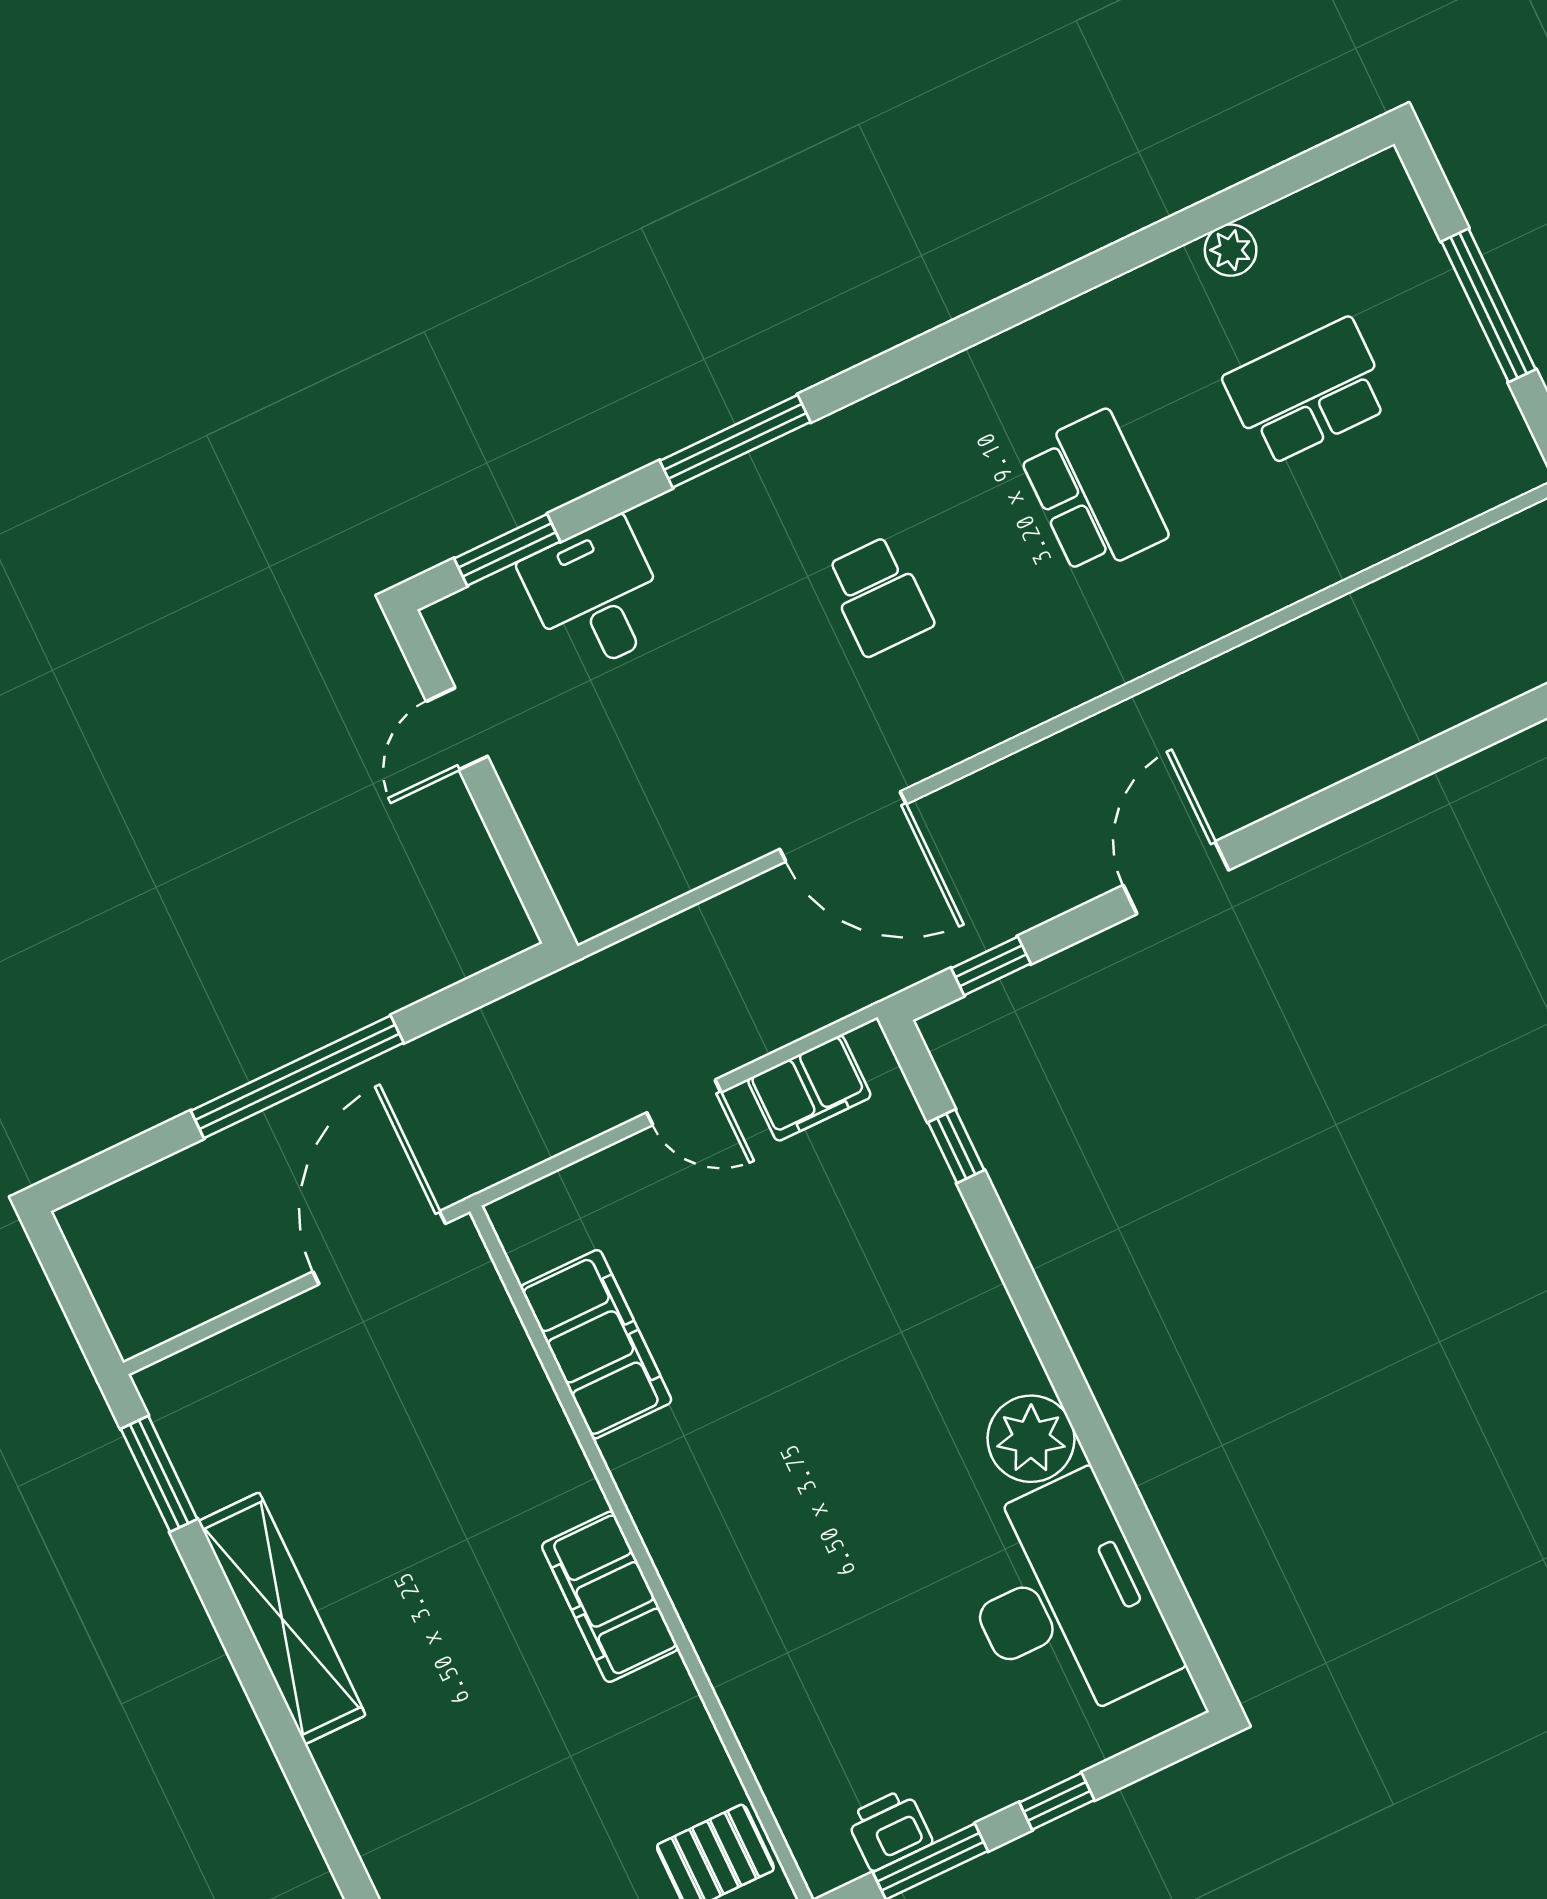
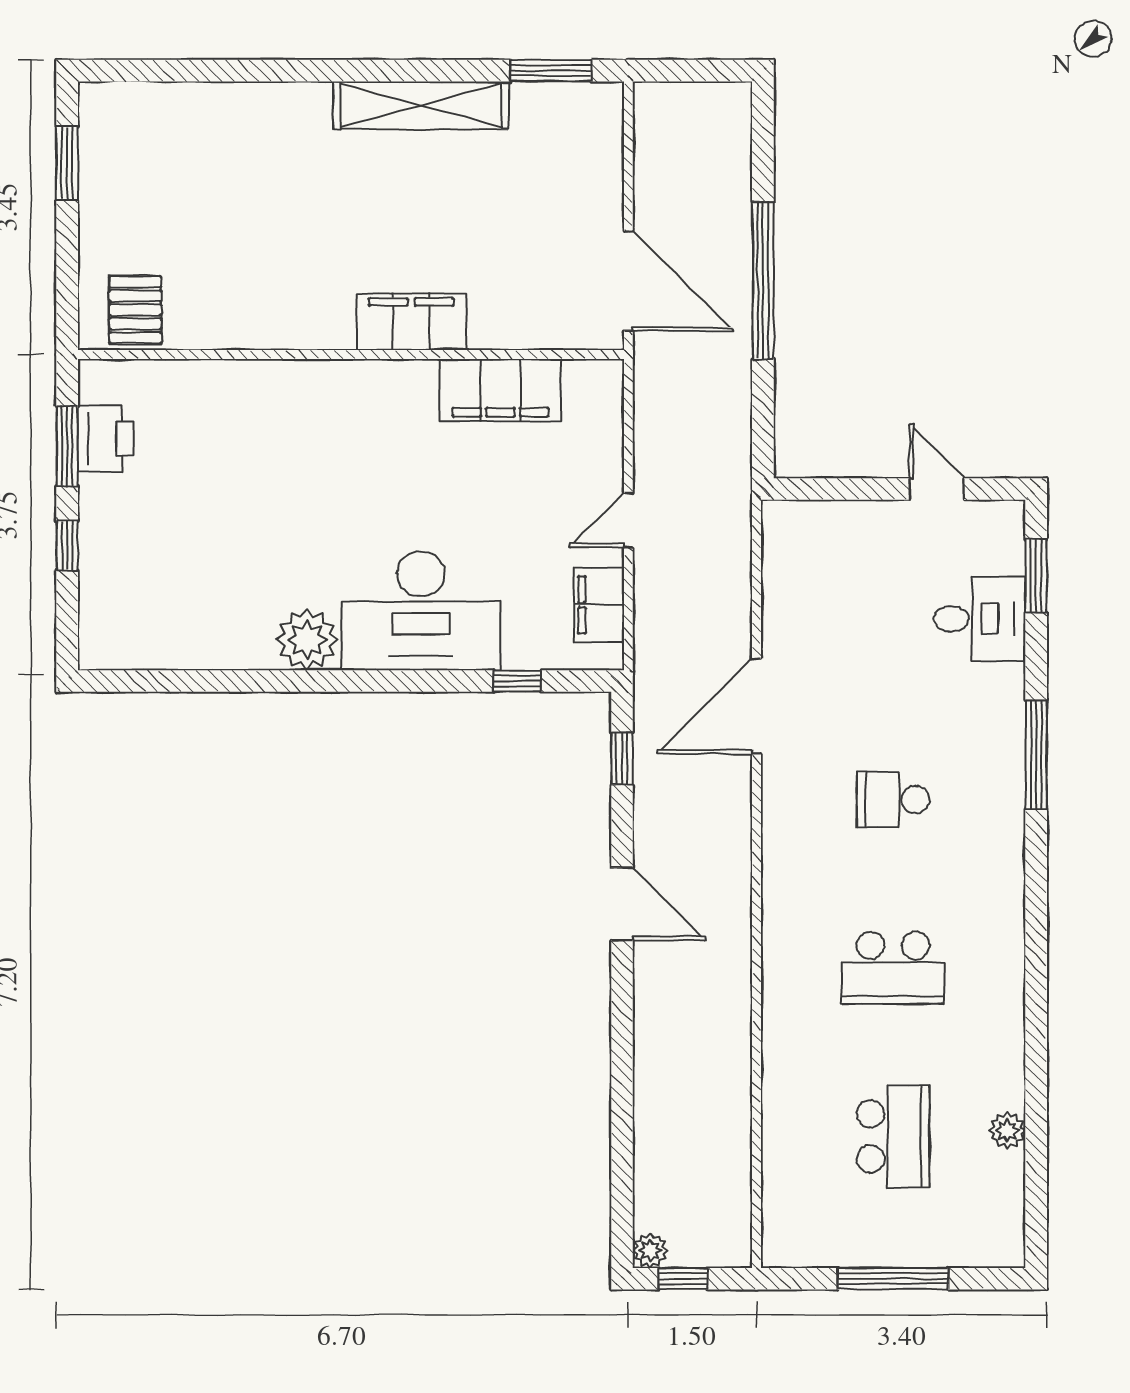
filing cabinet: (610, 1597) -> (411, 322), moved
desk: (1063, 1601) -> (421, 611), moved
printer: (889, 1830) -> (105, 439), width x1.36, depth x1.24

